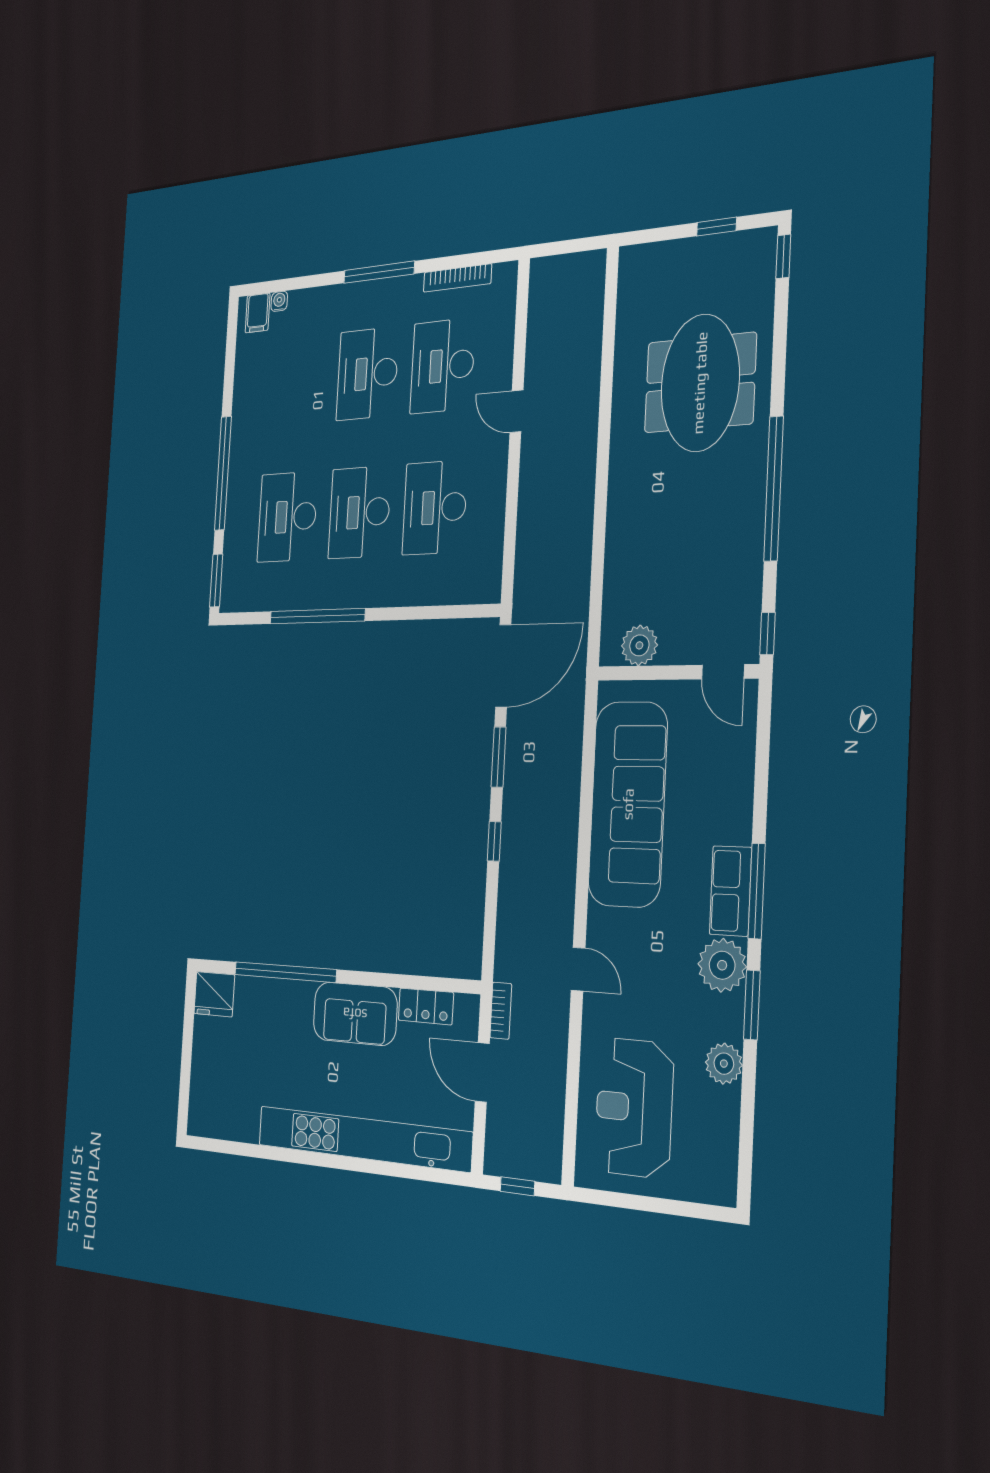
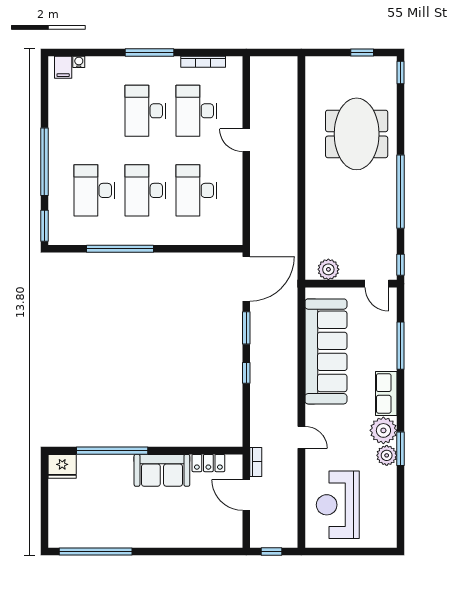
window: (757, 891) -> (400, 346), moved
plant: (724, 1064) -> (387, 455), moved
kitchen unit: (363, 1139) -> (172, 537), removed
window: (251, 1150) -> (96, 552), added

